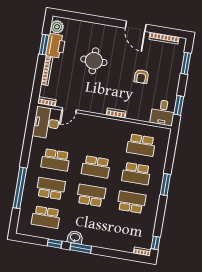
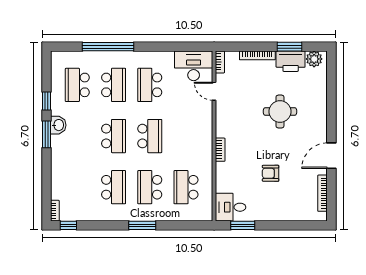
window: (186, 63) -> (296, 225), removed
school desk: (96, 167) -> (150, 136), turned 180

